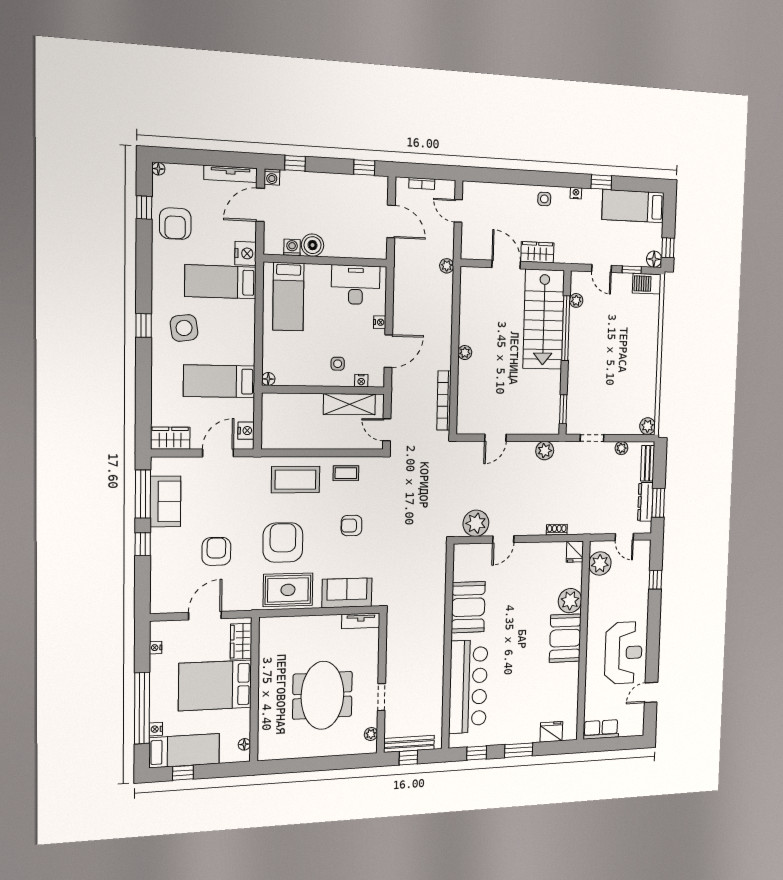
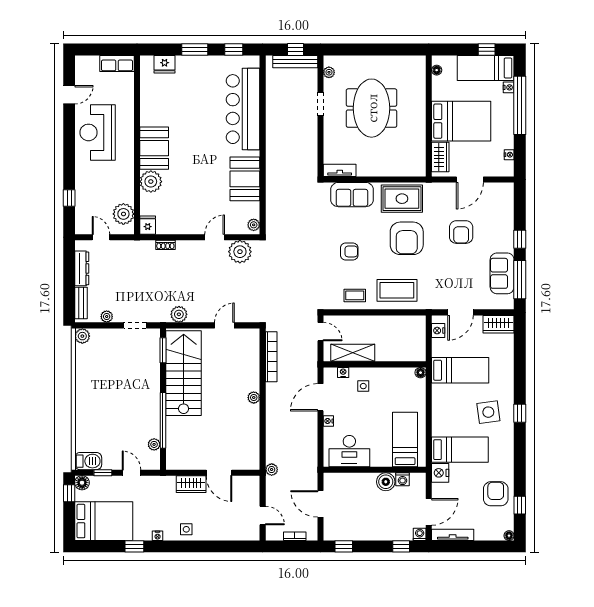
bed: (633, 206) -> (104, 521), width x1.50
stairs: (544, 319) -> (184, 373), moved
window: (658, 503) -> (69, 267), removed
plant: (460, 555) -> (254, 225), added

